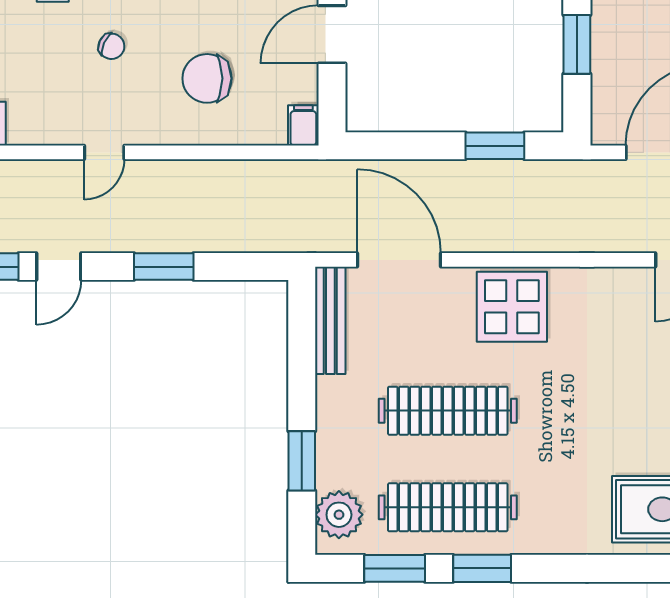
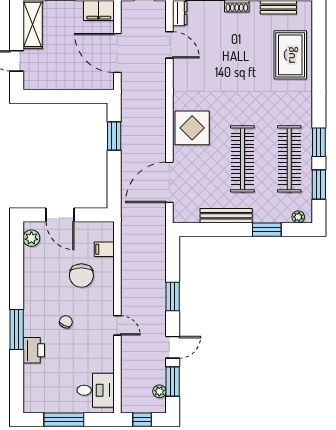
window: (577, 44) -> (65, 96), removed
filing cabinet: (303, 125) -> (104, 249), moved
door: (59, 267) -> (173, 347), hinge flipped
bench: (330, 320) -> (226, 216), moved
plant: (339, 515) -> (298, 217), width x0.53, depth x0.53

